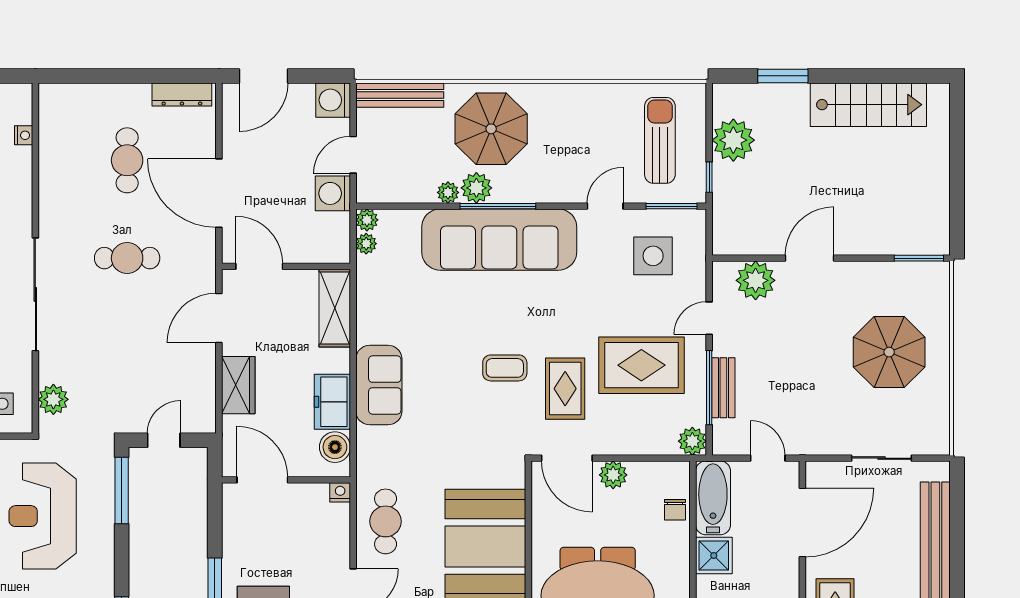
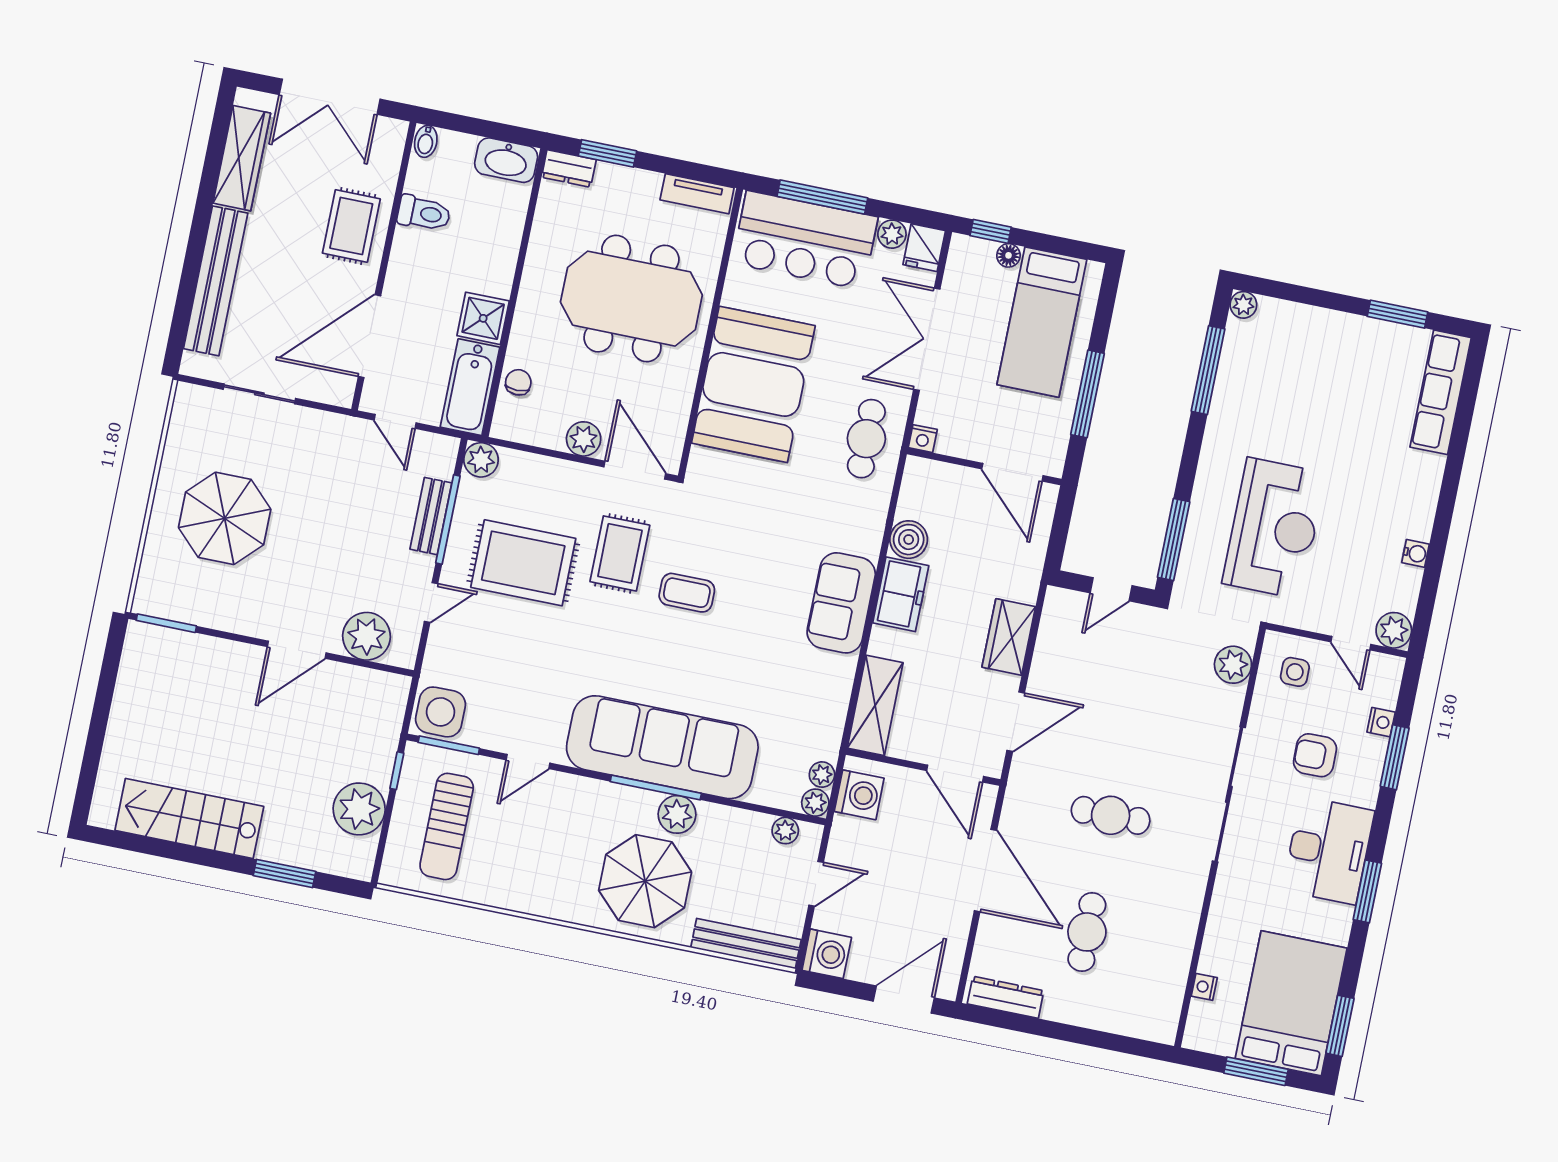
plant: (448, 192) -> (785, 831), moved
washing machine: (333, 193) -> (859, 795), moved
side table: (653, 256) -> (440, 712), moved
door: (262, 480) -> (1012, 472), moved
wall: (286, 480) -> (984, 466), moved
nightstand: (340, 492) -> (923, 439), moved

